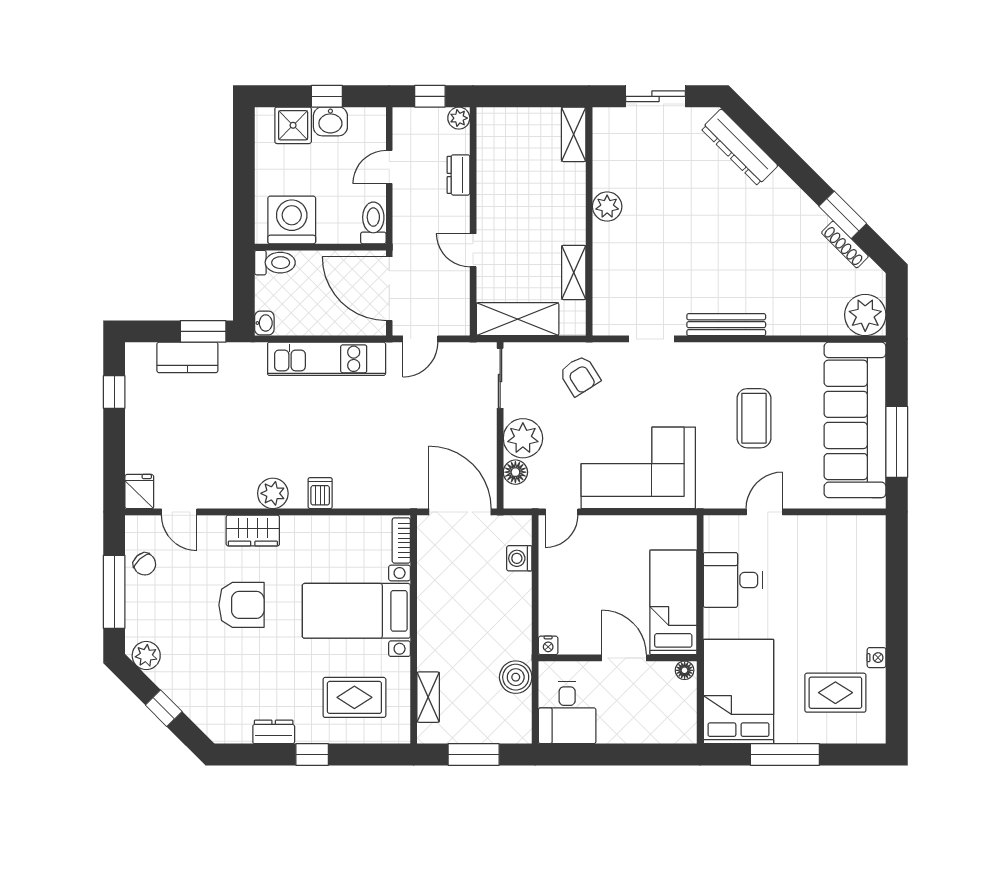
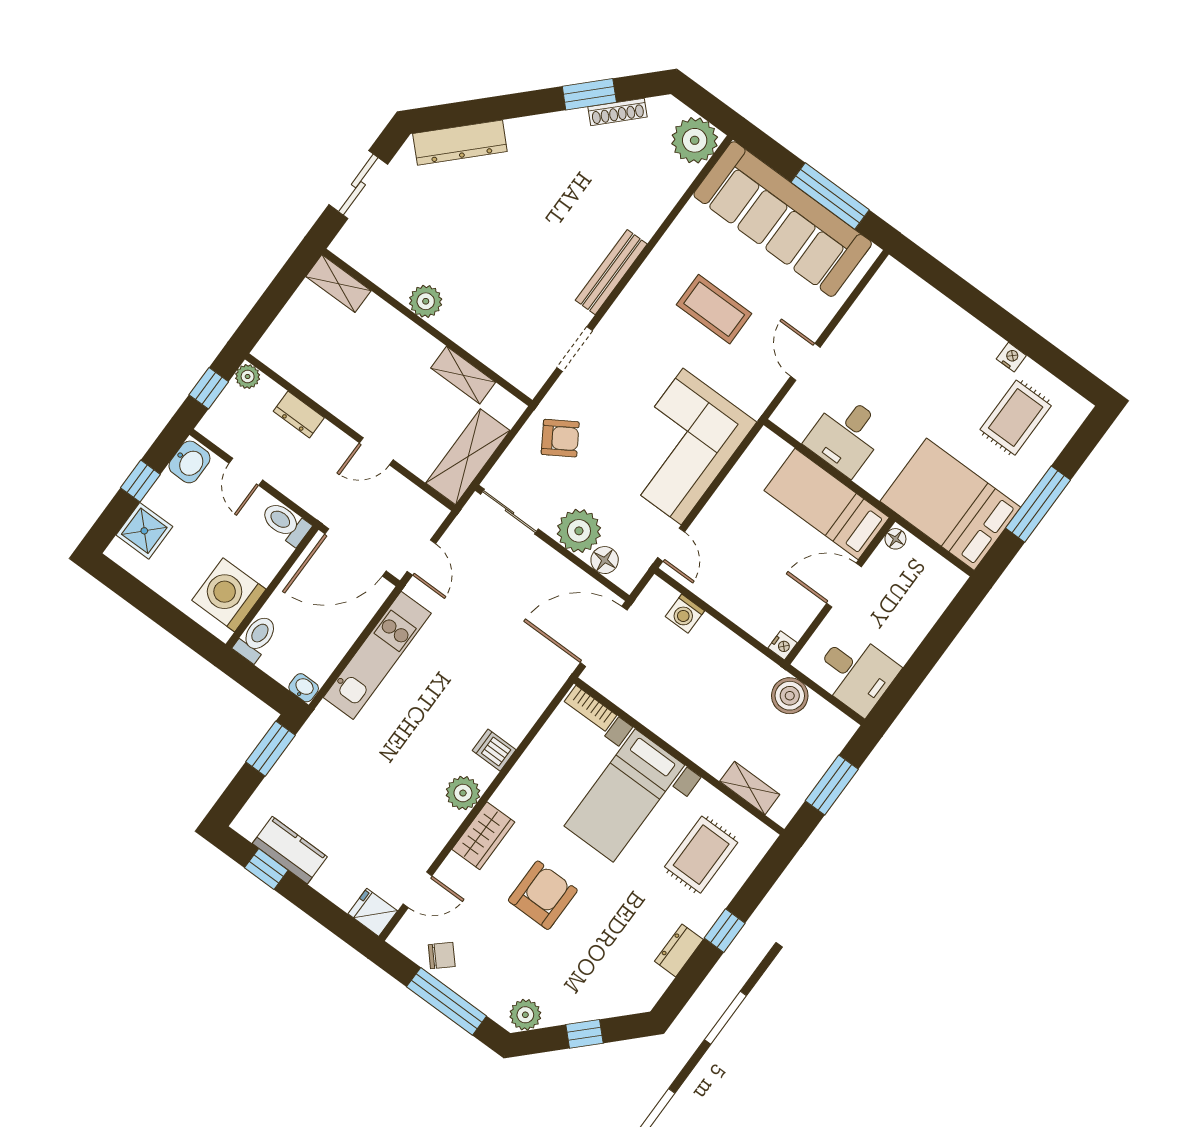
washbasin: (330, 121) -> (189, 462), moved
kitchen counter: (187, 357) -> (290, 850), moved, turned -90

